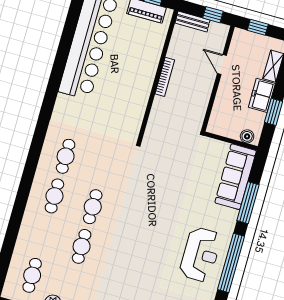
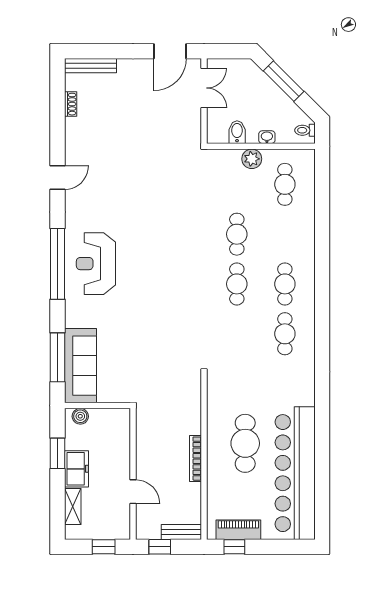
cafe table: (122, 78) -> (245, 443), added
window: (248, 203) -> (58, 357), moved

